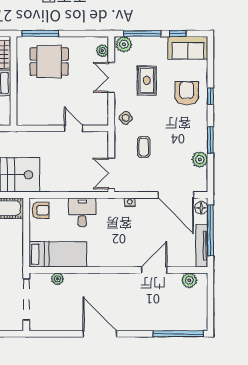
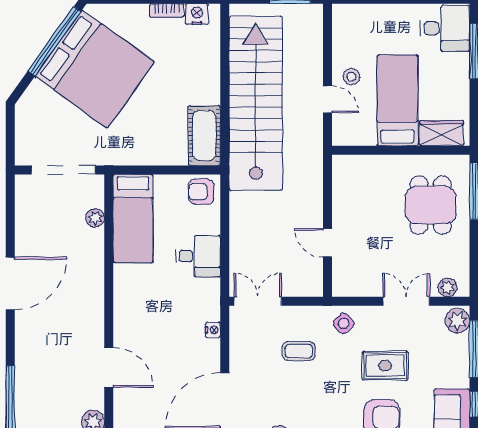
rug: (147, 80) -> (385, 366), moved
door: (74, 128) -> (328, 243), swing flipped
armchair: (40, 210) -> (201, 192), turned 90

